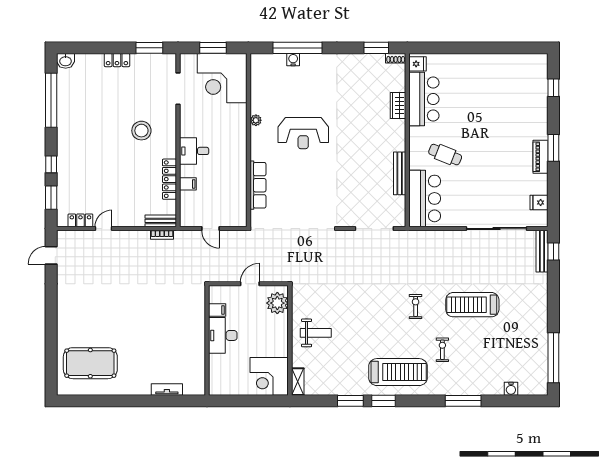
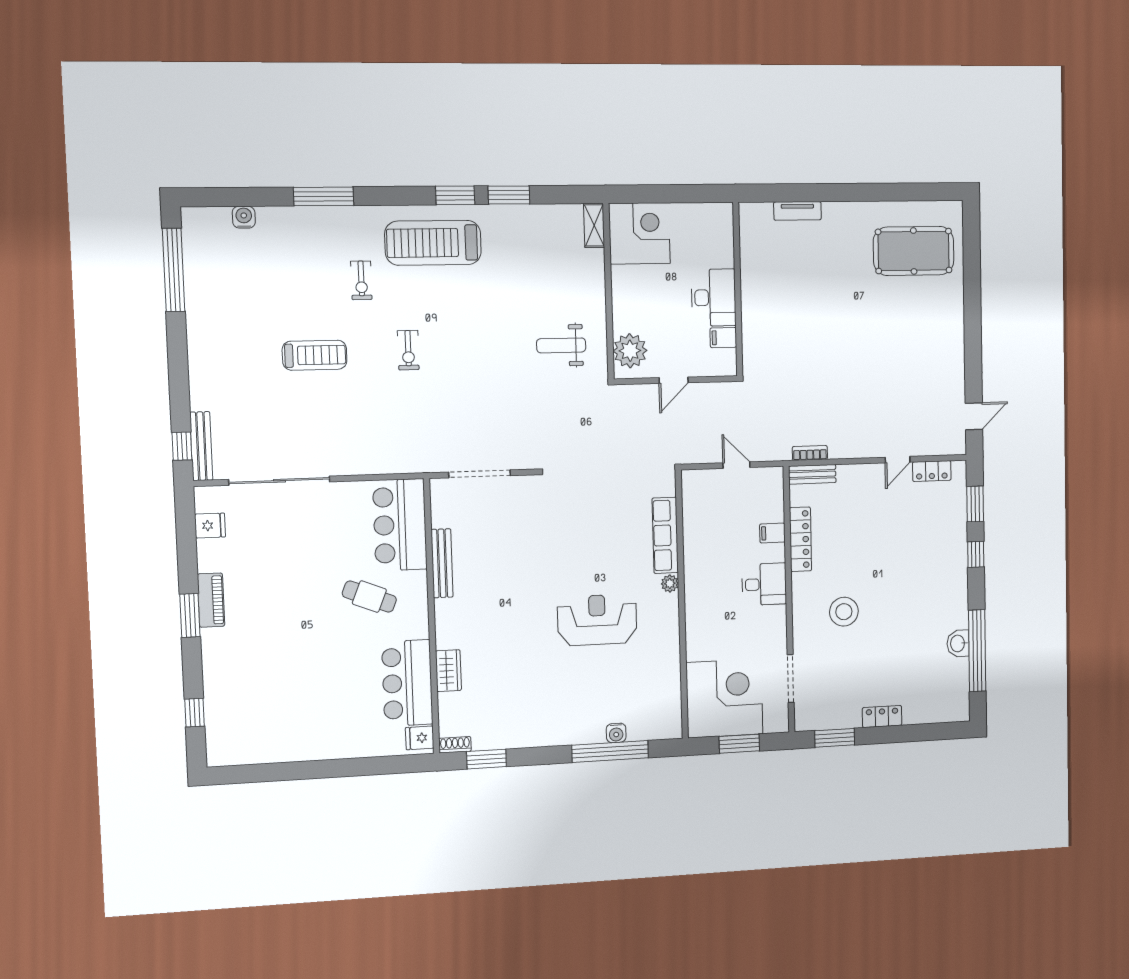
washbasin: (66, 61) -> (958, 643), moved, turned -90
plant: (256, 120) -> (670, 583), moved
treadmill: (472, 305) -> (315, 355), width x0.73, depth x0.73
weight bench: (316, 333) -> (561, 345), moved

